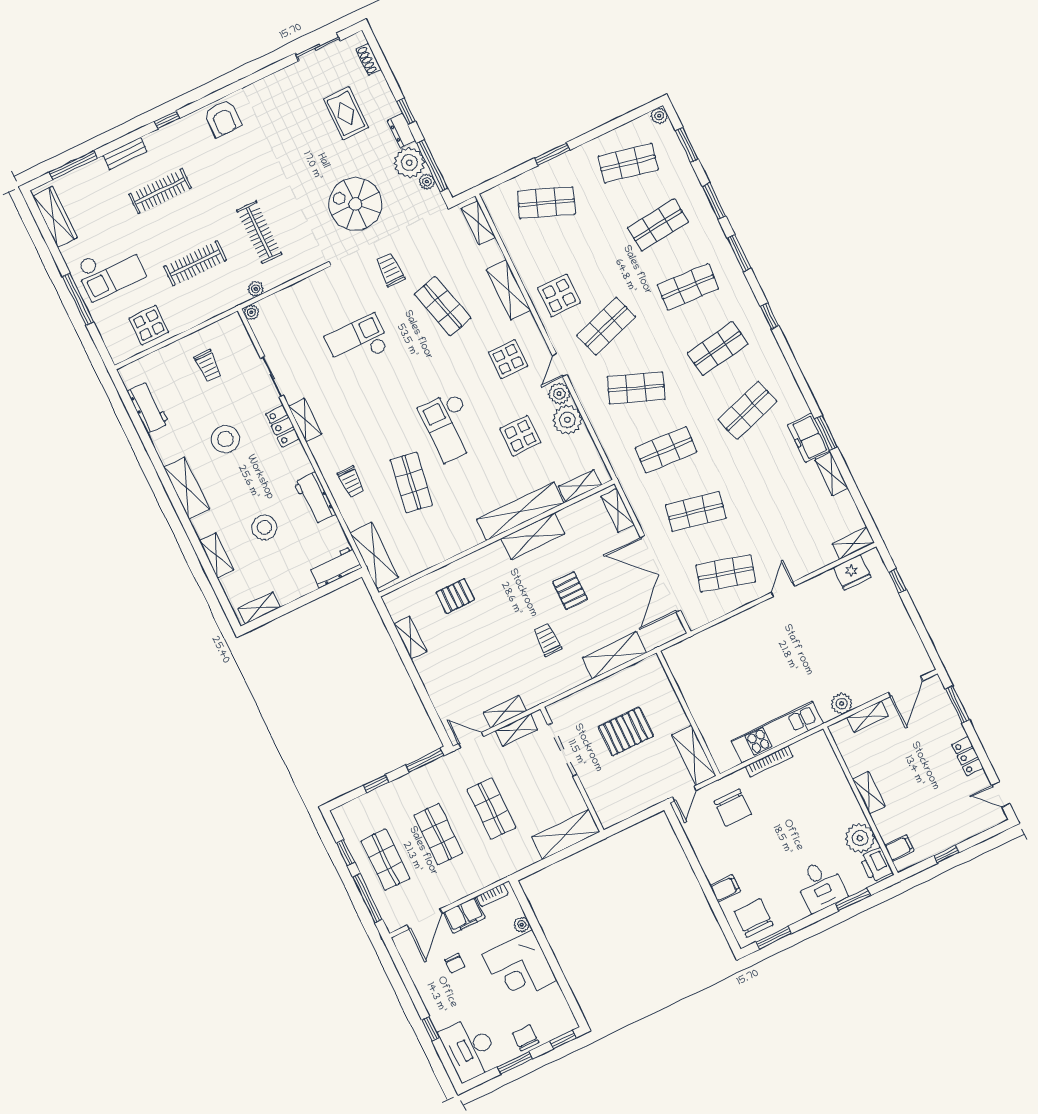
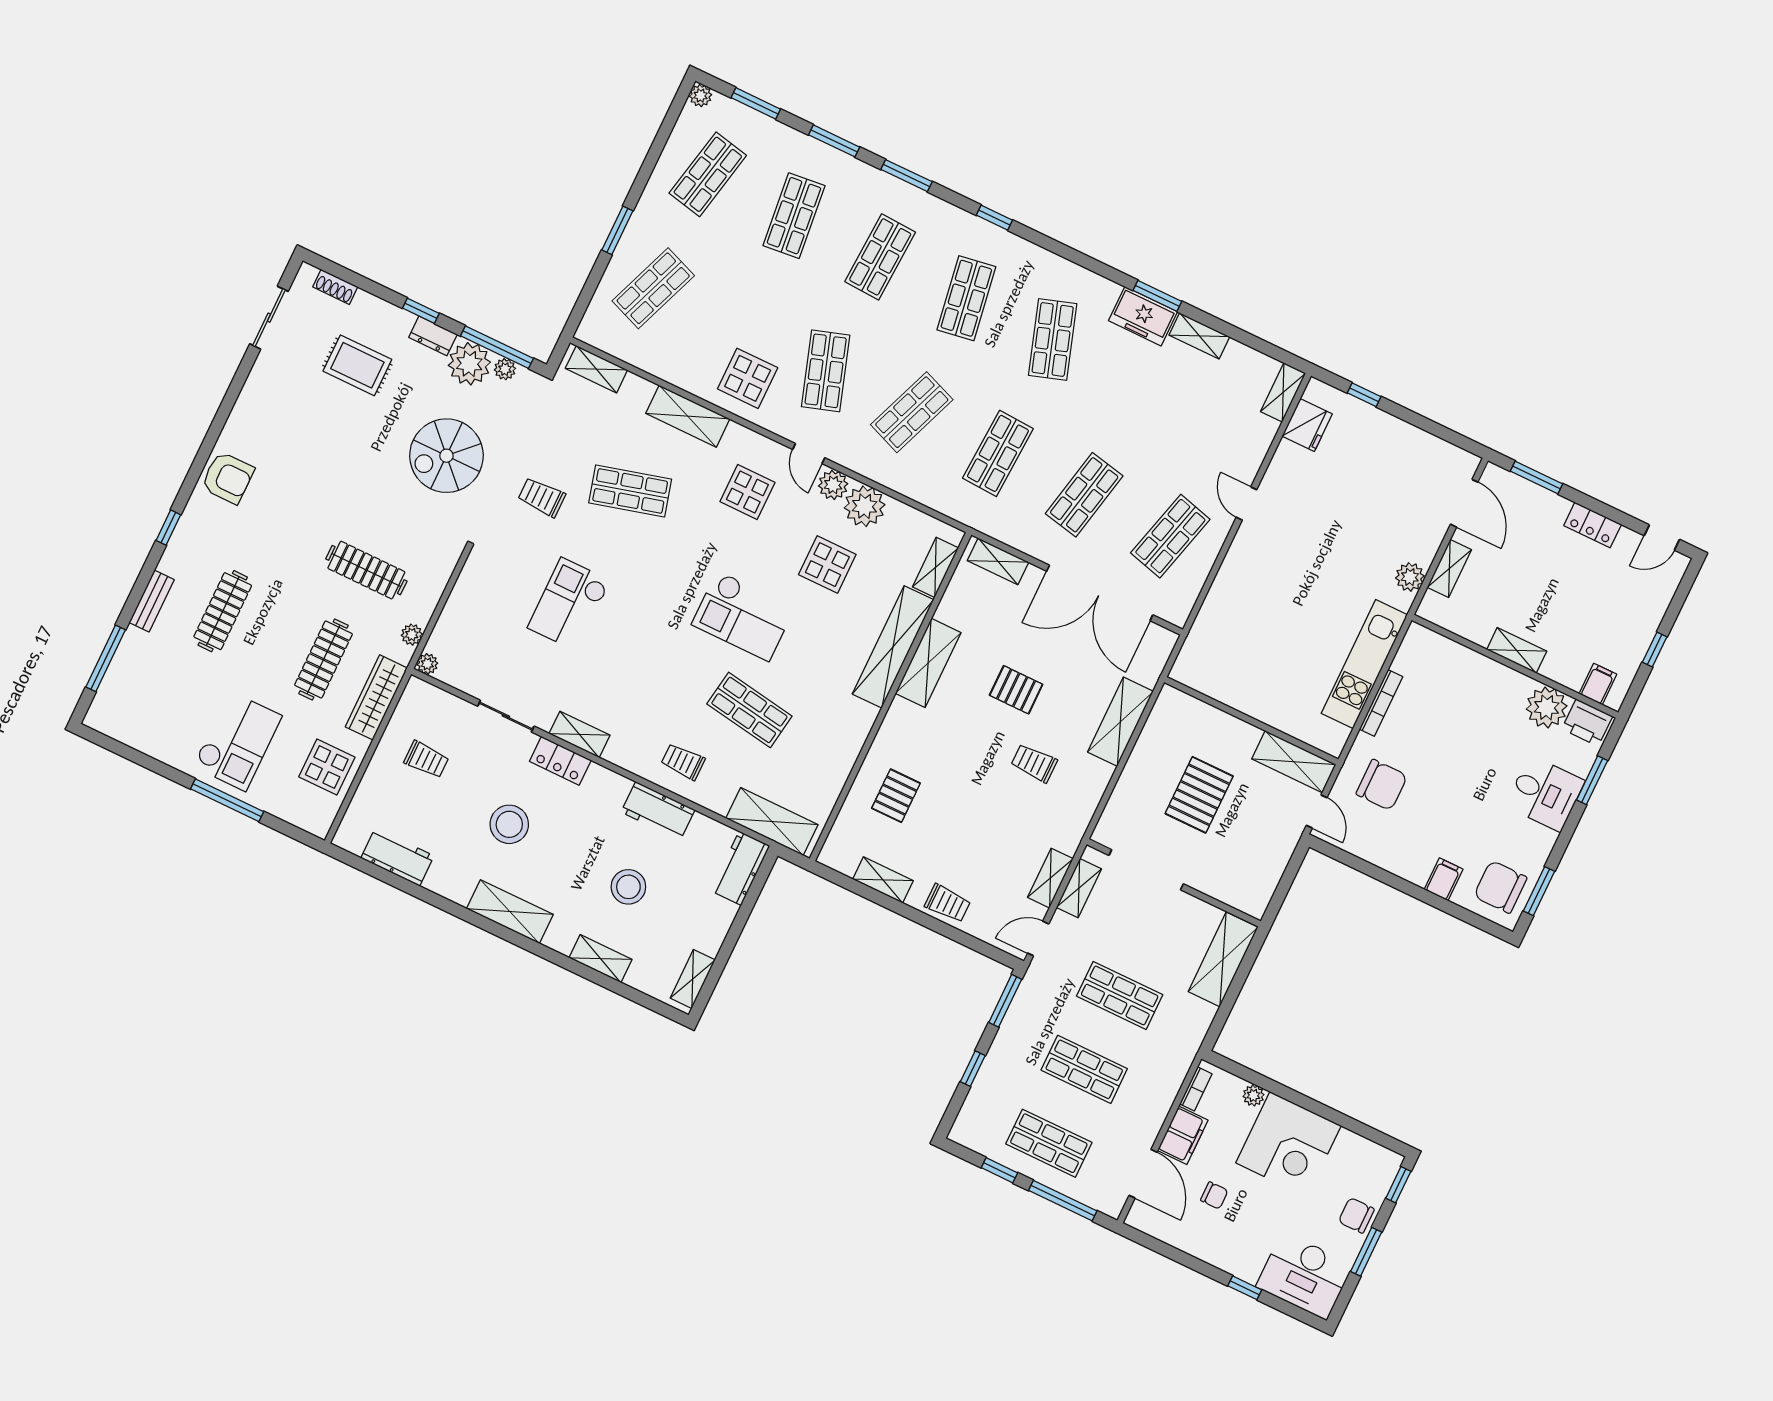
wardrobe: (55, 217) -> (376, 697), moved, turned -90
trolley: (351, 482) -> (683, 762), turned 180
trolley: (436, 680) -> (948, 903), added

